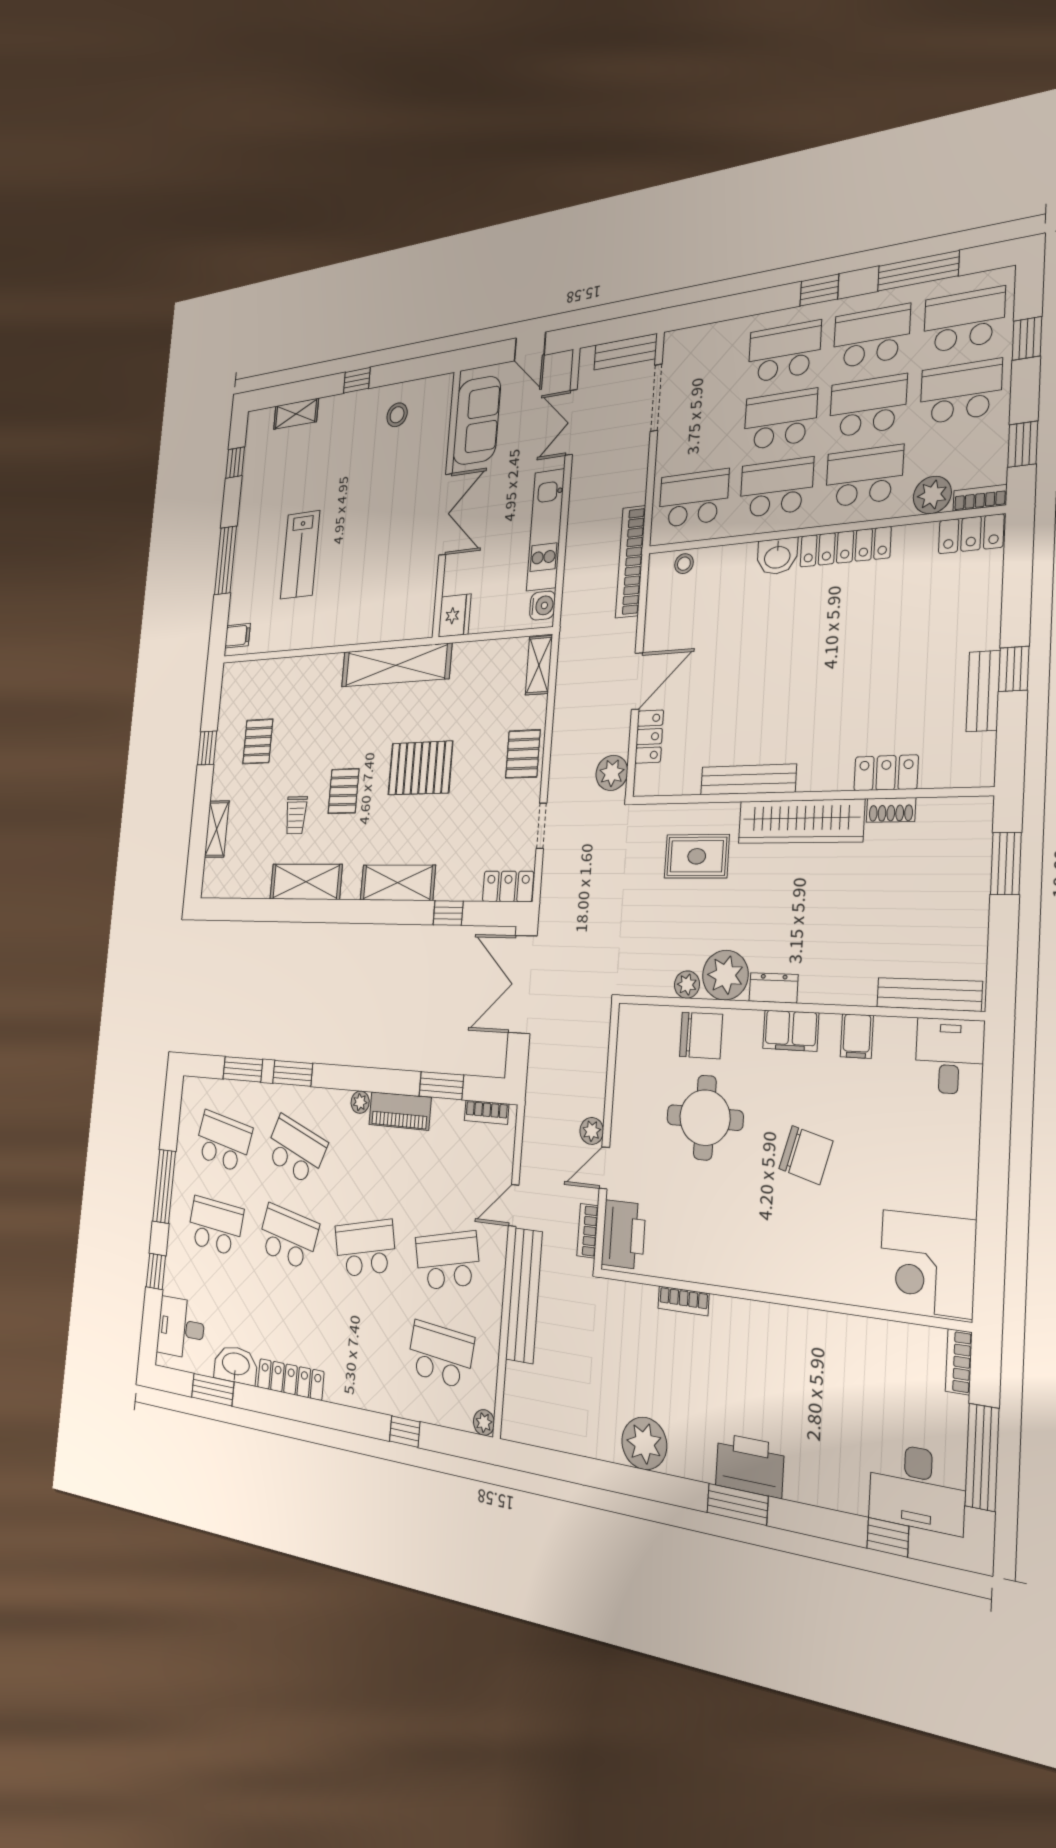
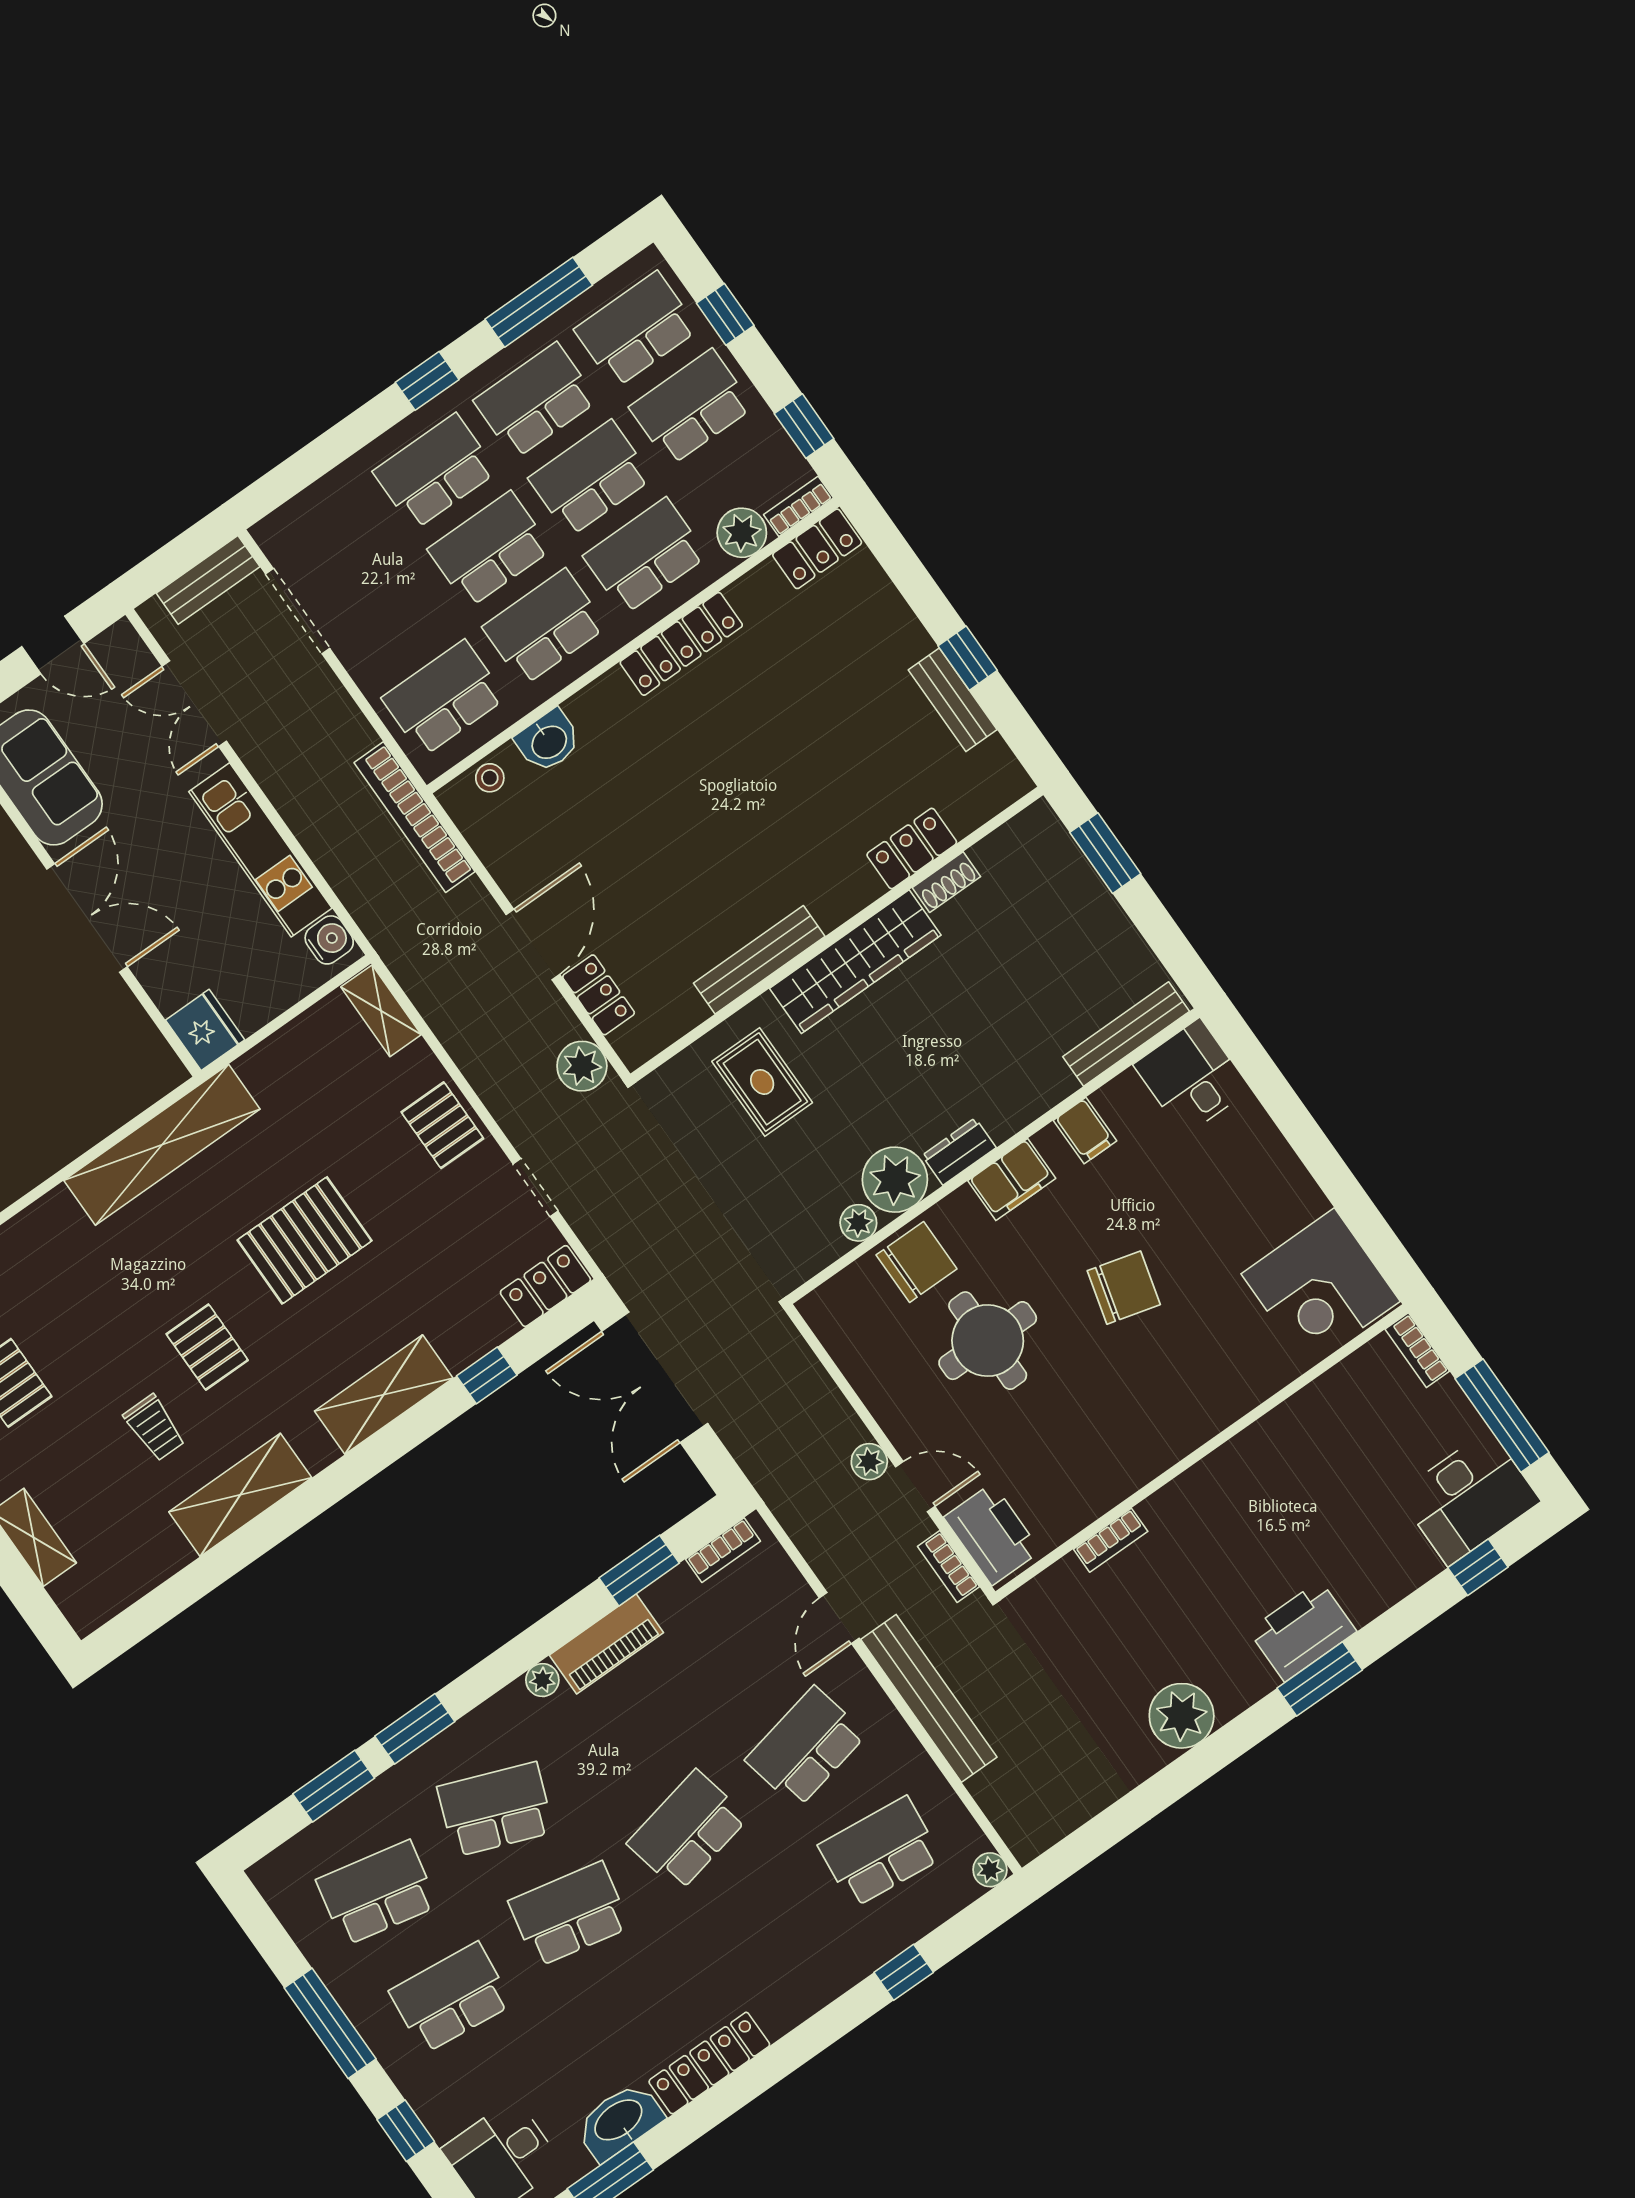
washbasin: (777, 556) -> (548, 741), moved
rug: (697, 856) -> (762, 1082), turned 90
door: (604, 1168) -> (915, 1487), swing flipped

